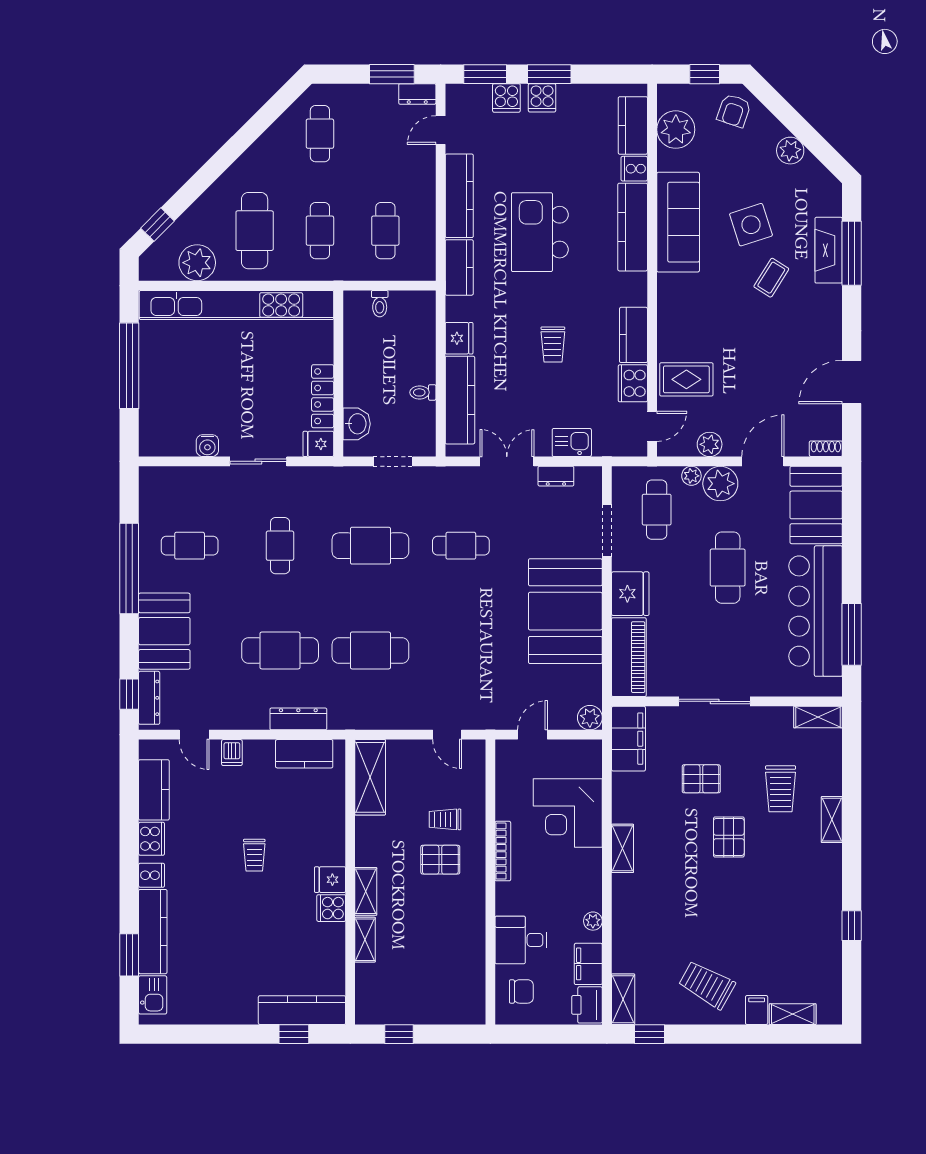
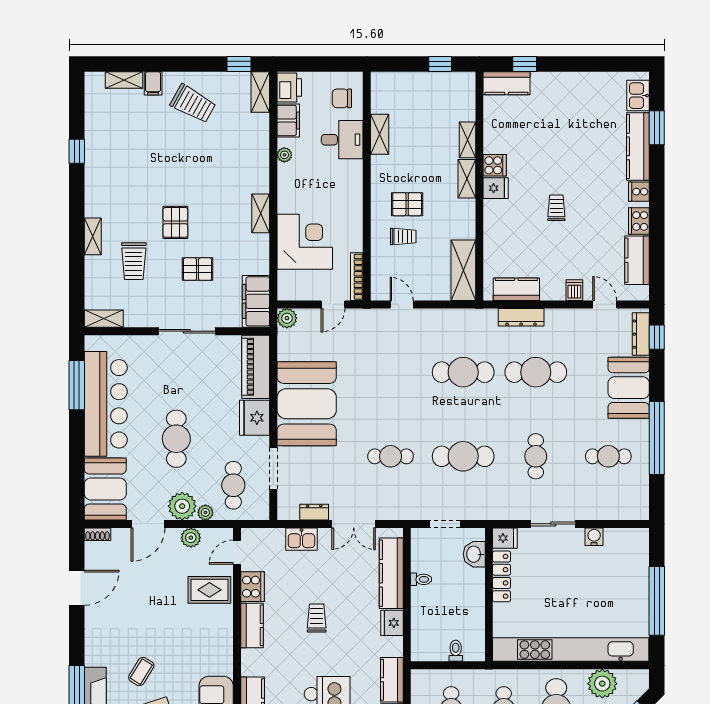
trolley: (781, 789) -> (134, 261), turned 180
bookcase: (503, 851) -> (357, 277), moved
shelving: (474, 947) -> (380, 134), added
kitchen counter: (302, 1010) -> (506, 83), width x0.67

